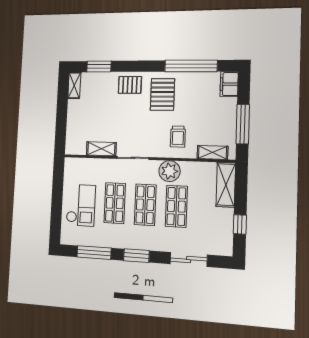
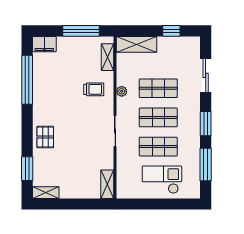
pallet: (162, 94) -> (54, 105), removed
shelving: (101, 149) -> (107, 184), moved
plant: (169, 171) -> (122, 91), width x0.53, depth x0.53

